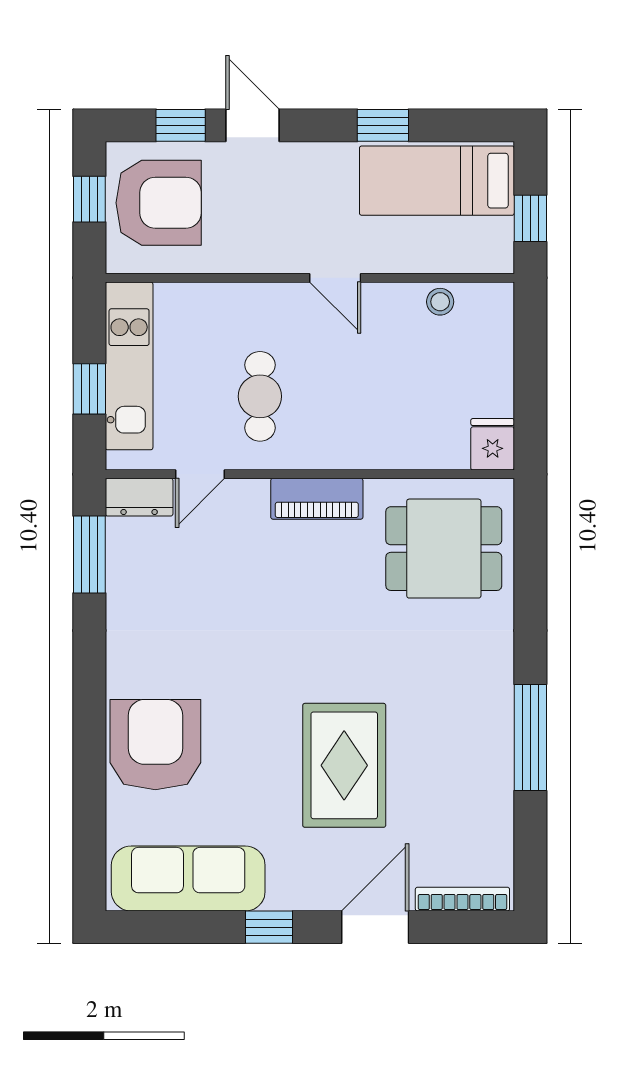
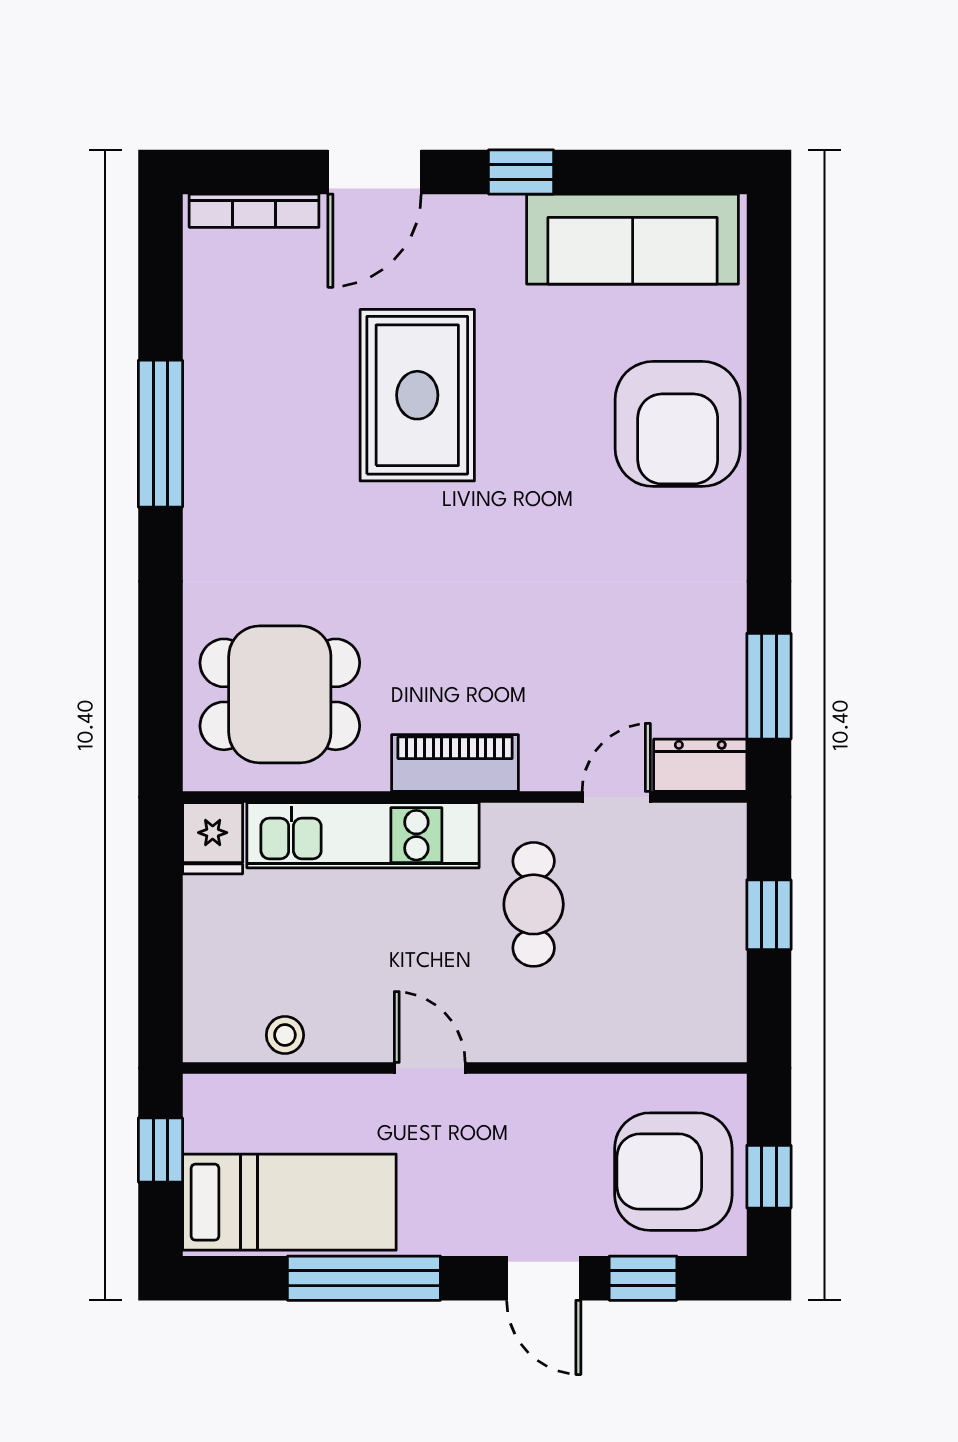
window: (383, 125) -> (364, 1278), width x2.17
kitchen unit: (129, 366) -> (363, 835), moved, turned -90

